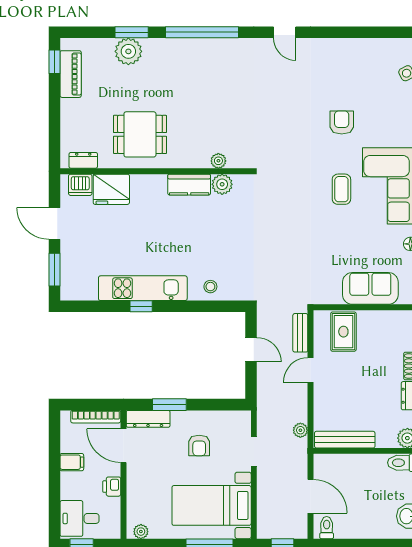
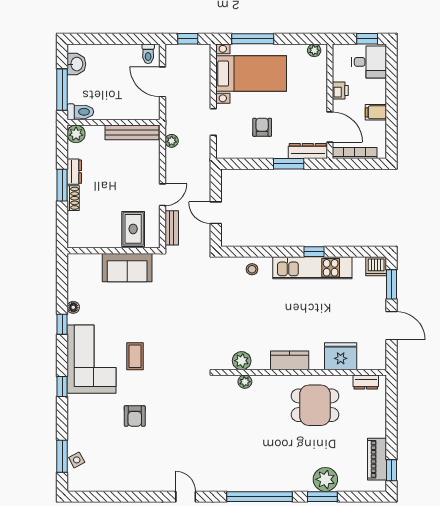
dishwasher: (80, 185) -> (376, 266), moved, turned 180
kitchen counter: (189, 185) -> (290, 360), moved
sofa: (370, 288) -> (127, 268), moved

